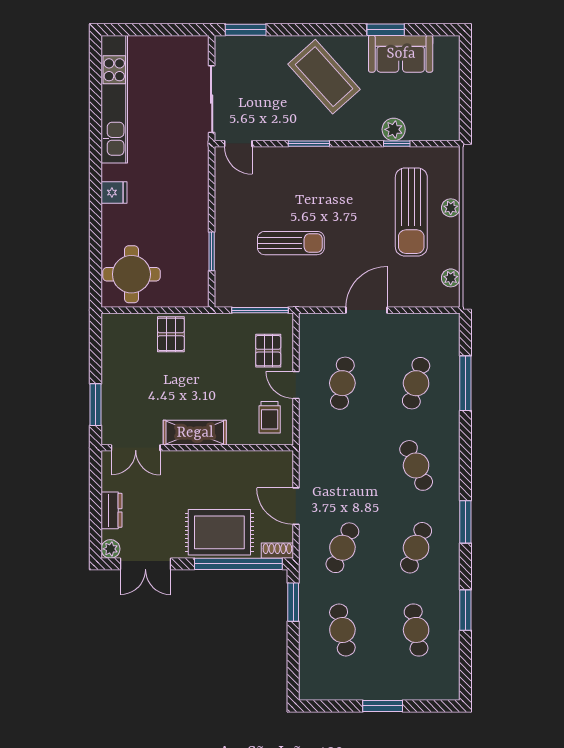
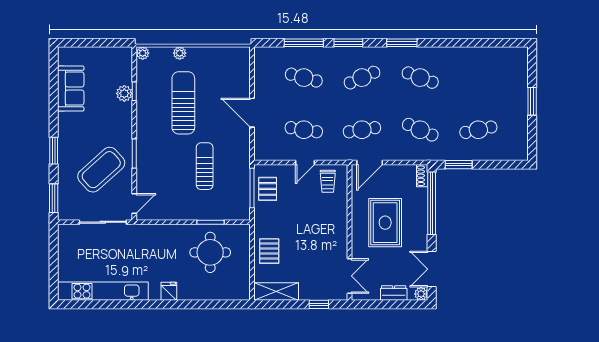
window: (386, 30) -> (54, 151), moved
coffee table: (324, 77) -> (101, 170), moved
sun lounger: (411, 212) -> (183, 103), moved, turned -90
round table: (131, 274) -> (210, 252), moved
plant: (451, 278) -> (143, 53), moved
pallet: (171, 334) -> (269, 251), turned 90
pallet: (268, 351) -> (268, 189), moved, turned 90
window: (96, 405) -> (319, 304), width x0.67
trolley: (270, 417) -> (328, 181), turned 90
shelving: (195, 433) -> (276, 292), moved, turned 90
door: (296, 506) -> (370, 163), moved
rug: (219, 532) -> (385, 223), moved
double door: (145, 564) -> (432, 269), swing flipped
window: (465, 610) -> (348, 43), moved
cafe table: (416, 630) -> (362, 130), moved

